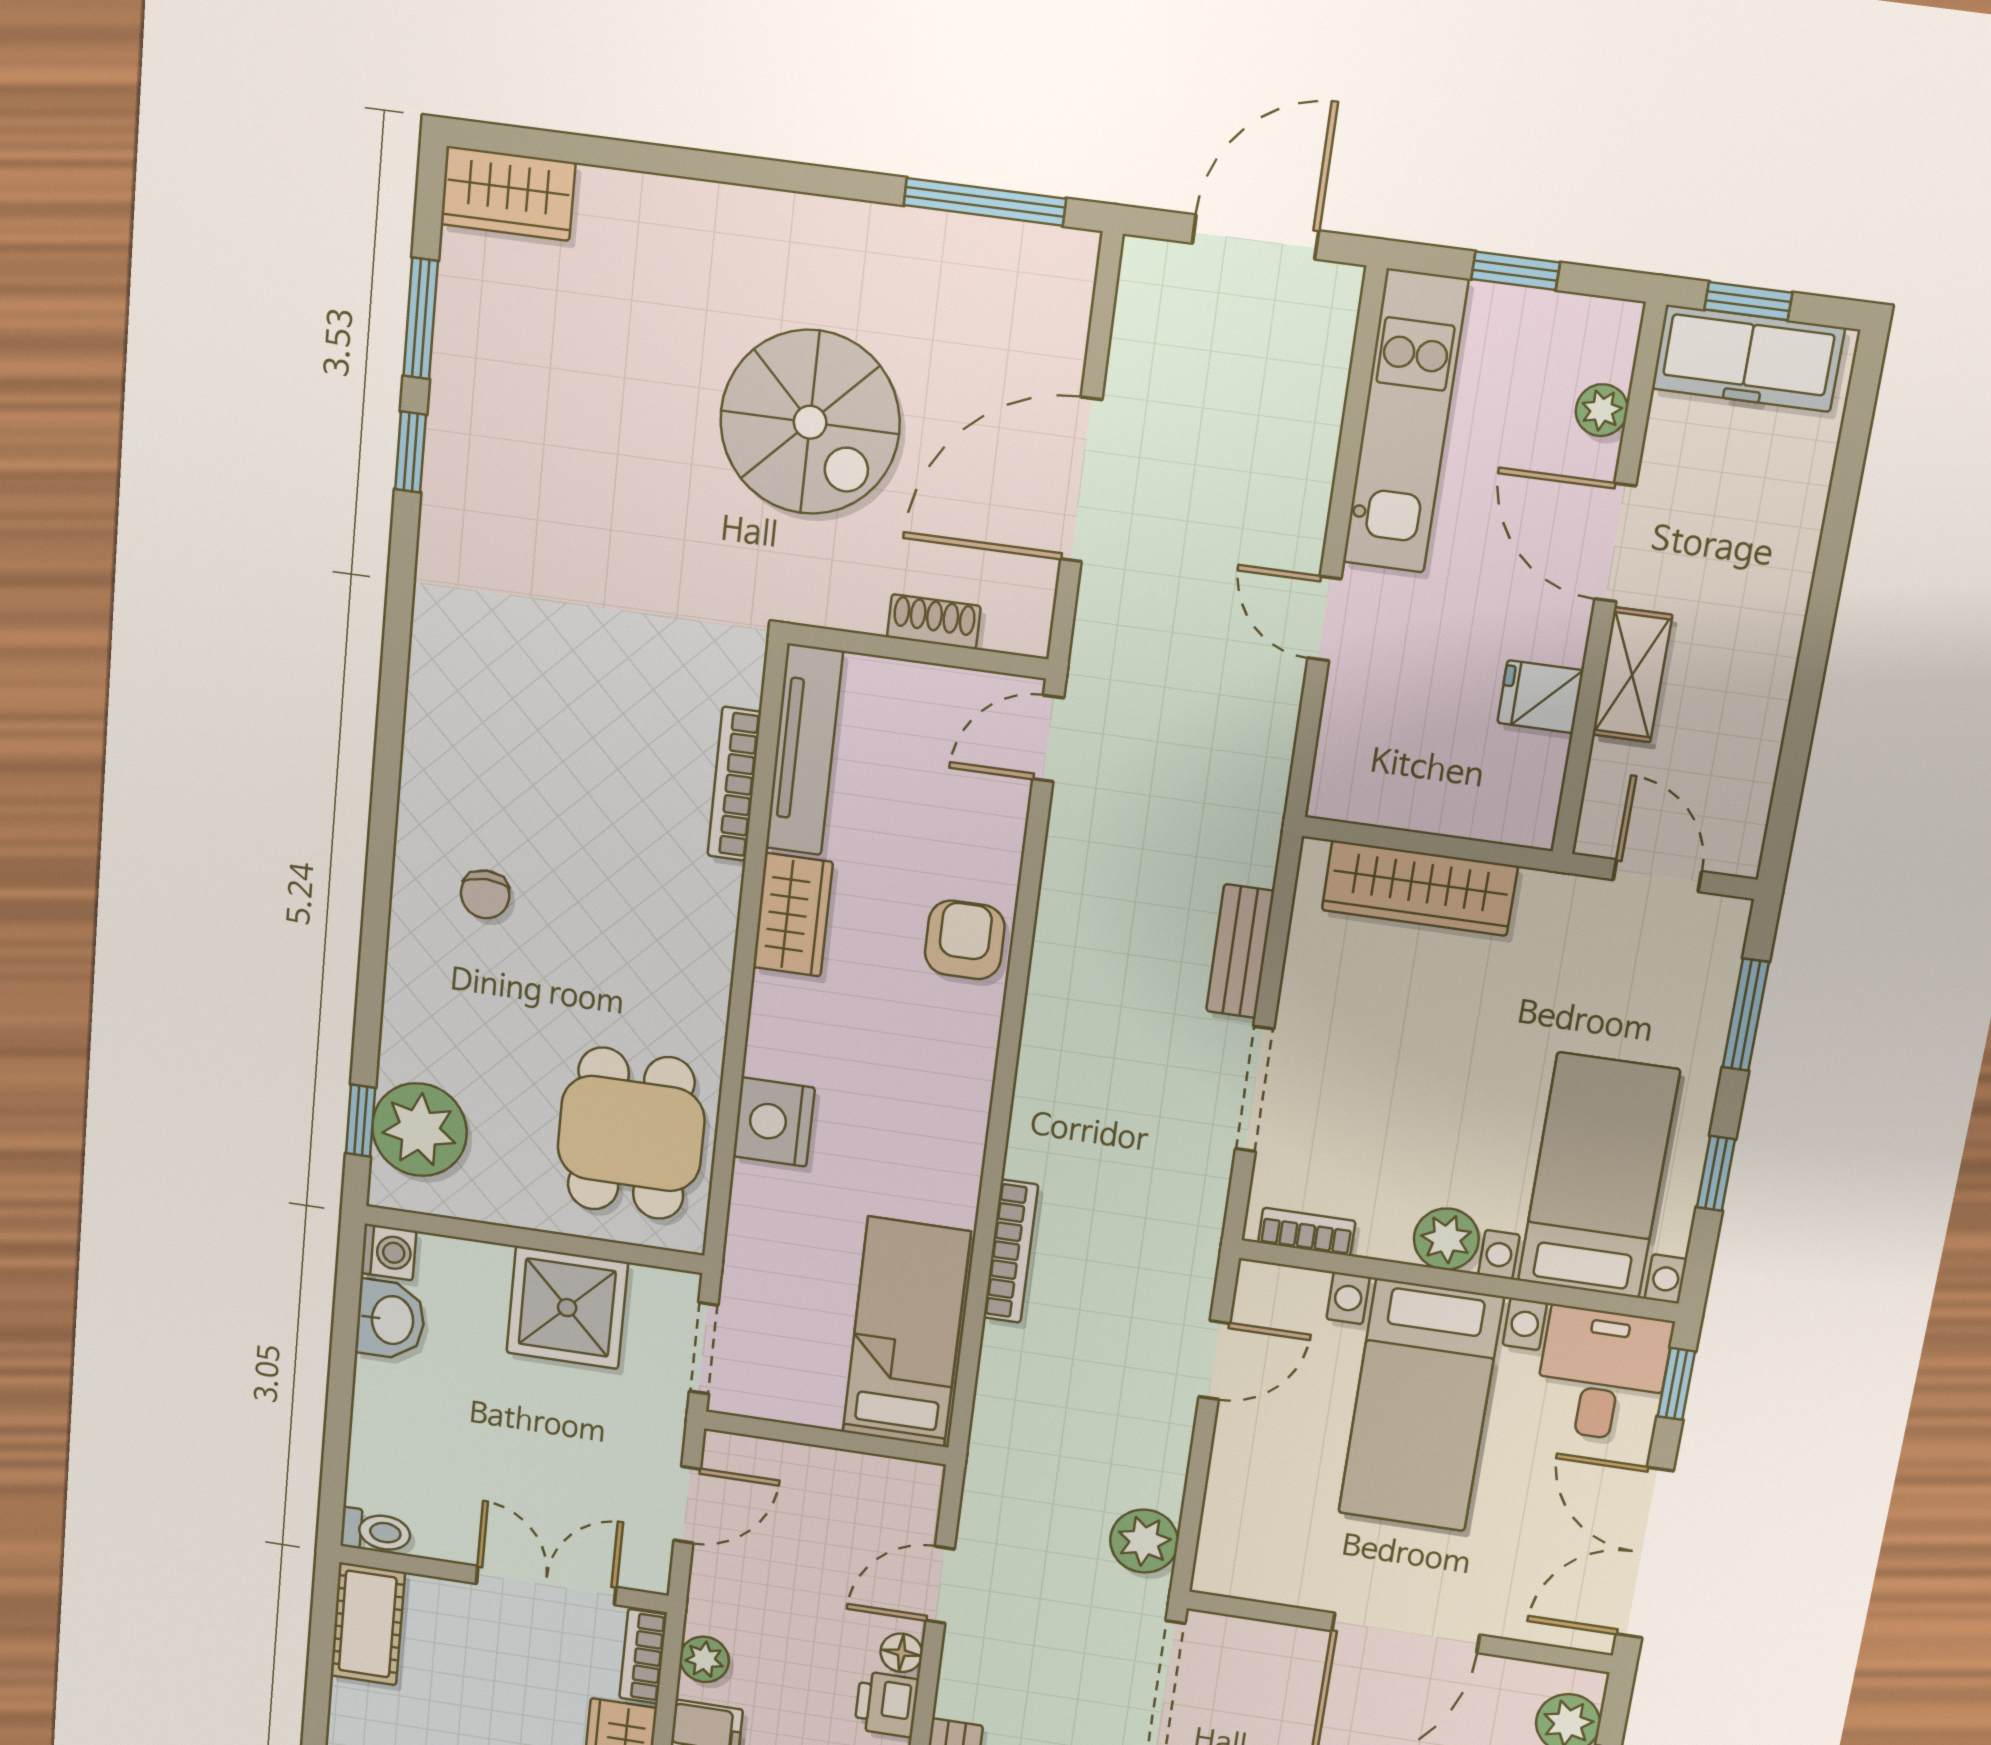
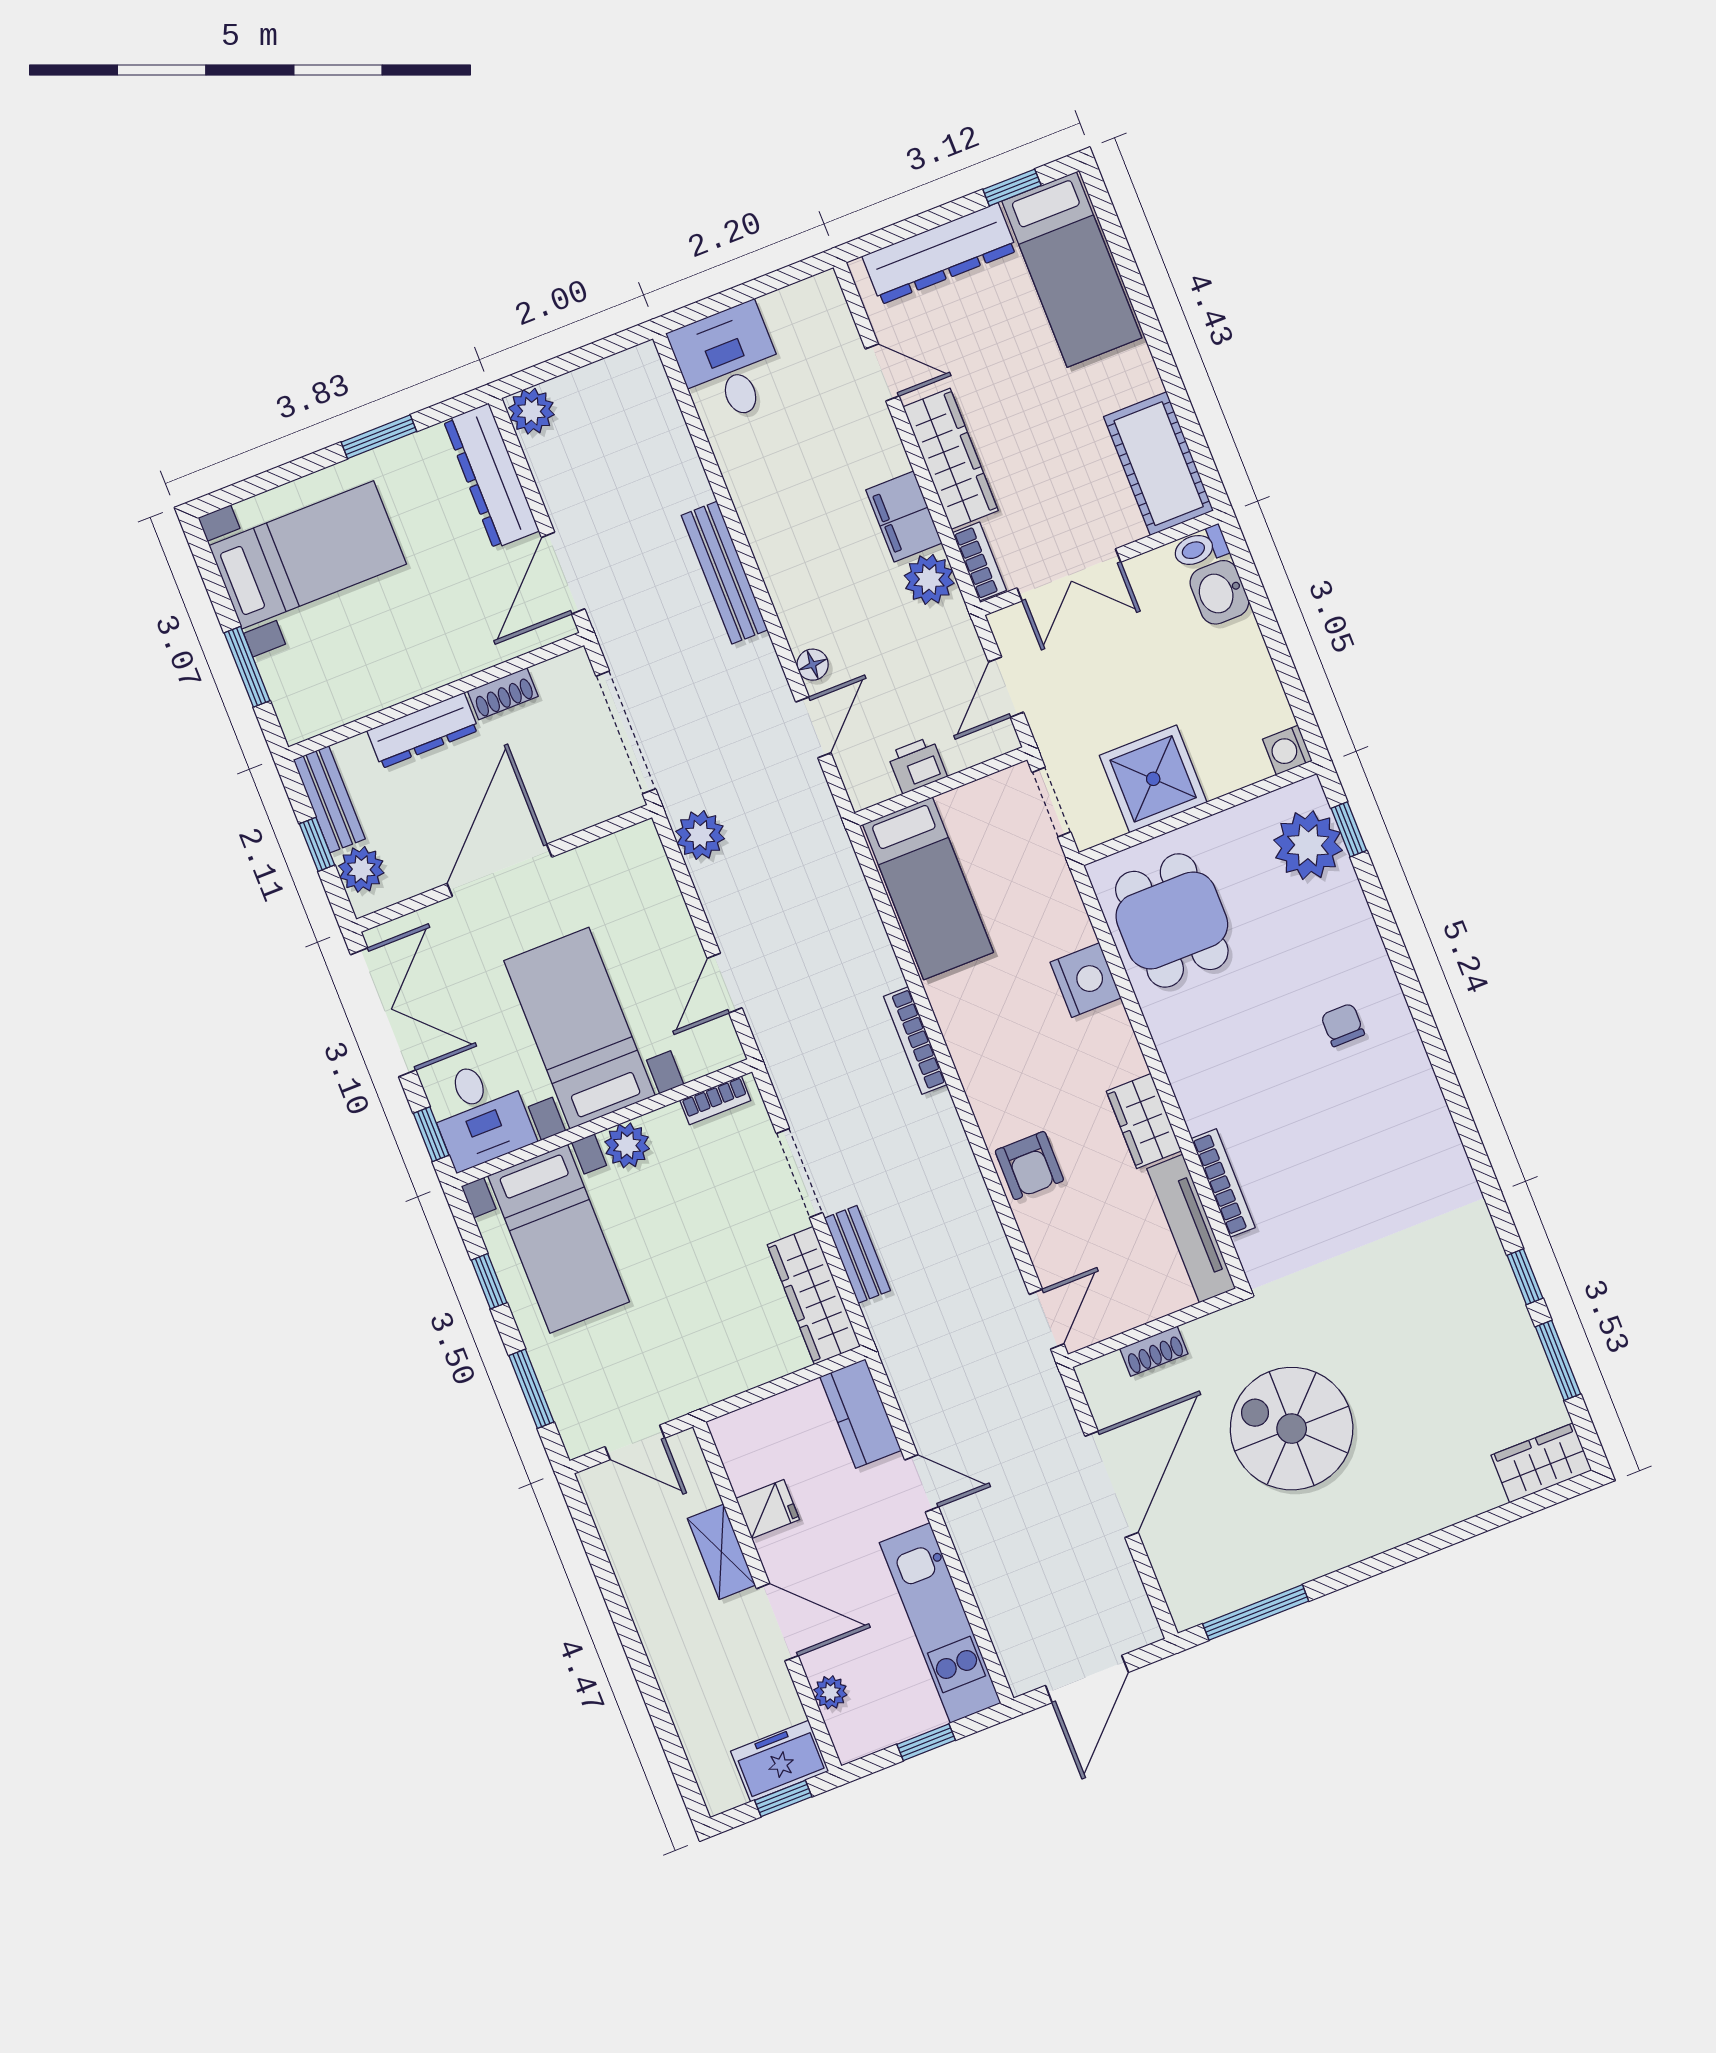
freezer: (1748, 358) -> (780, 1761), width x0.71
kitchen counter: (1351, 752) -> (861, 1414), added
wardrobe: (1420, 888) -> (814, 1296), moved, turned -90
bookcase: (1011, 1251) -> (915, 1041), moved
washbasin: (391, 1320) -> (1219, 592), moved
cot: (368, 1624) -> (1159, 464), width x1.37, depth x1.34
plant: (704, 1659) -> (929, 579), width x1.38, depth x1.38
printer: (886, 1704) -> (917, 765), moved, turned -90

